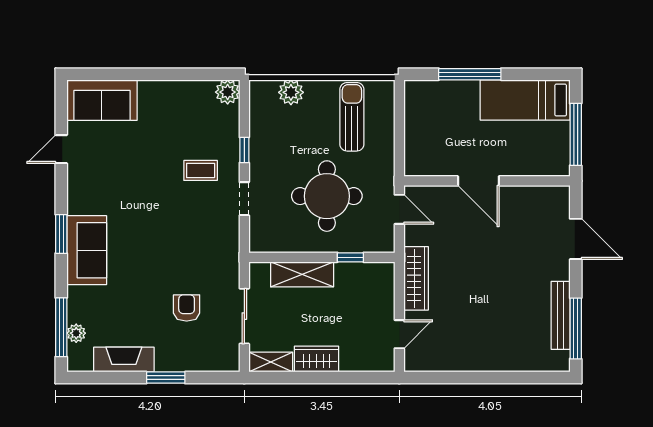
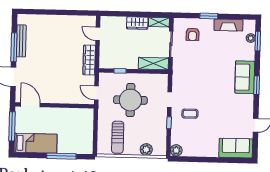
door: (478, 181) -> (30, 105), moved
shelving: (302, 274) -> (153, 64), moved
armchair: (187, 308) -> (193, 34), moved
window: (61, 327) -> (258, 41), width x0.69
window: (576, 328) -> (14, 47), moved
door: (399, 334) -> (98, 34), hinge flipped

